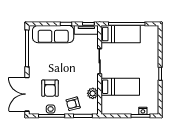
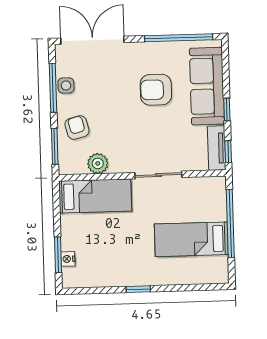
bed: (121, 34) -> (191, 239), moved, turned 90
bed: (120, 87) -> (95, 196), moved, turned -90
armchair: (50, 88) -> (156, 90), moved

